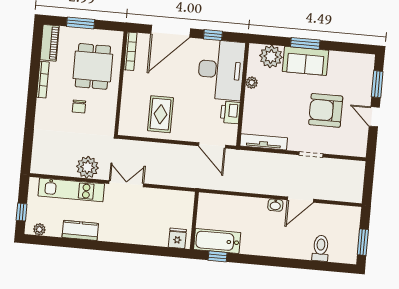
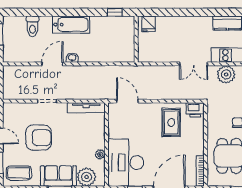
coffee table: (354, 69) -> (19, 173), added
printer: (230, 112) -> (195, 110), moved, turned 90
bathtub: (217, 241) -> (71, 25), moved

